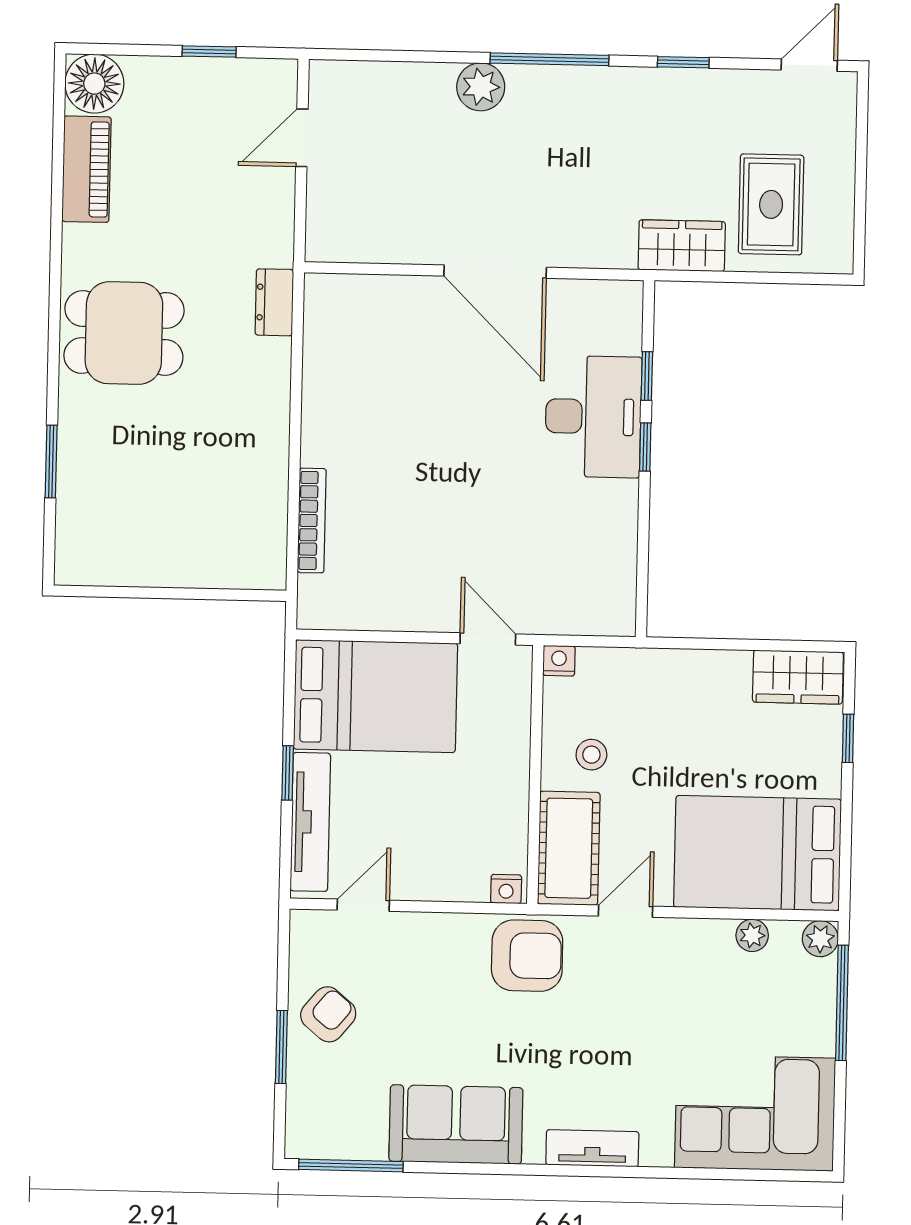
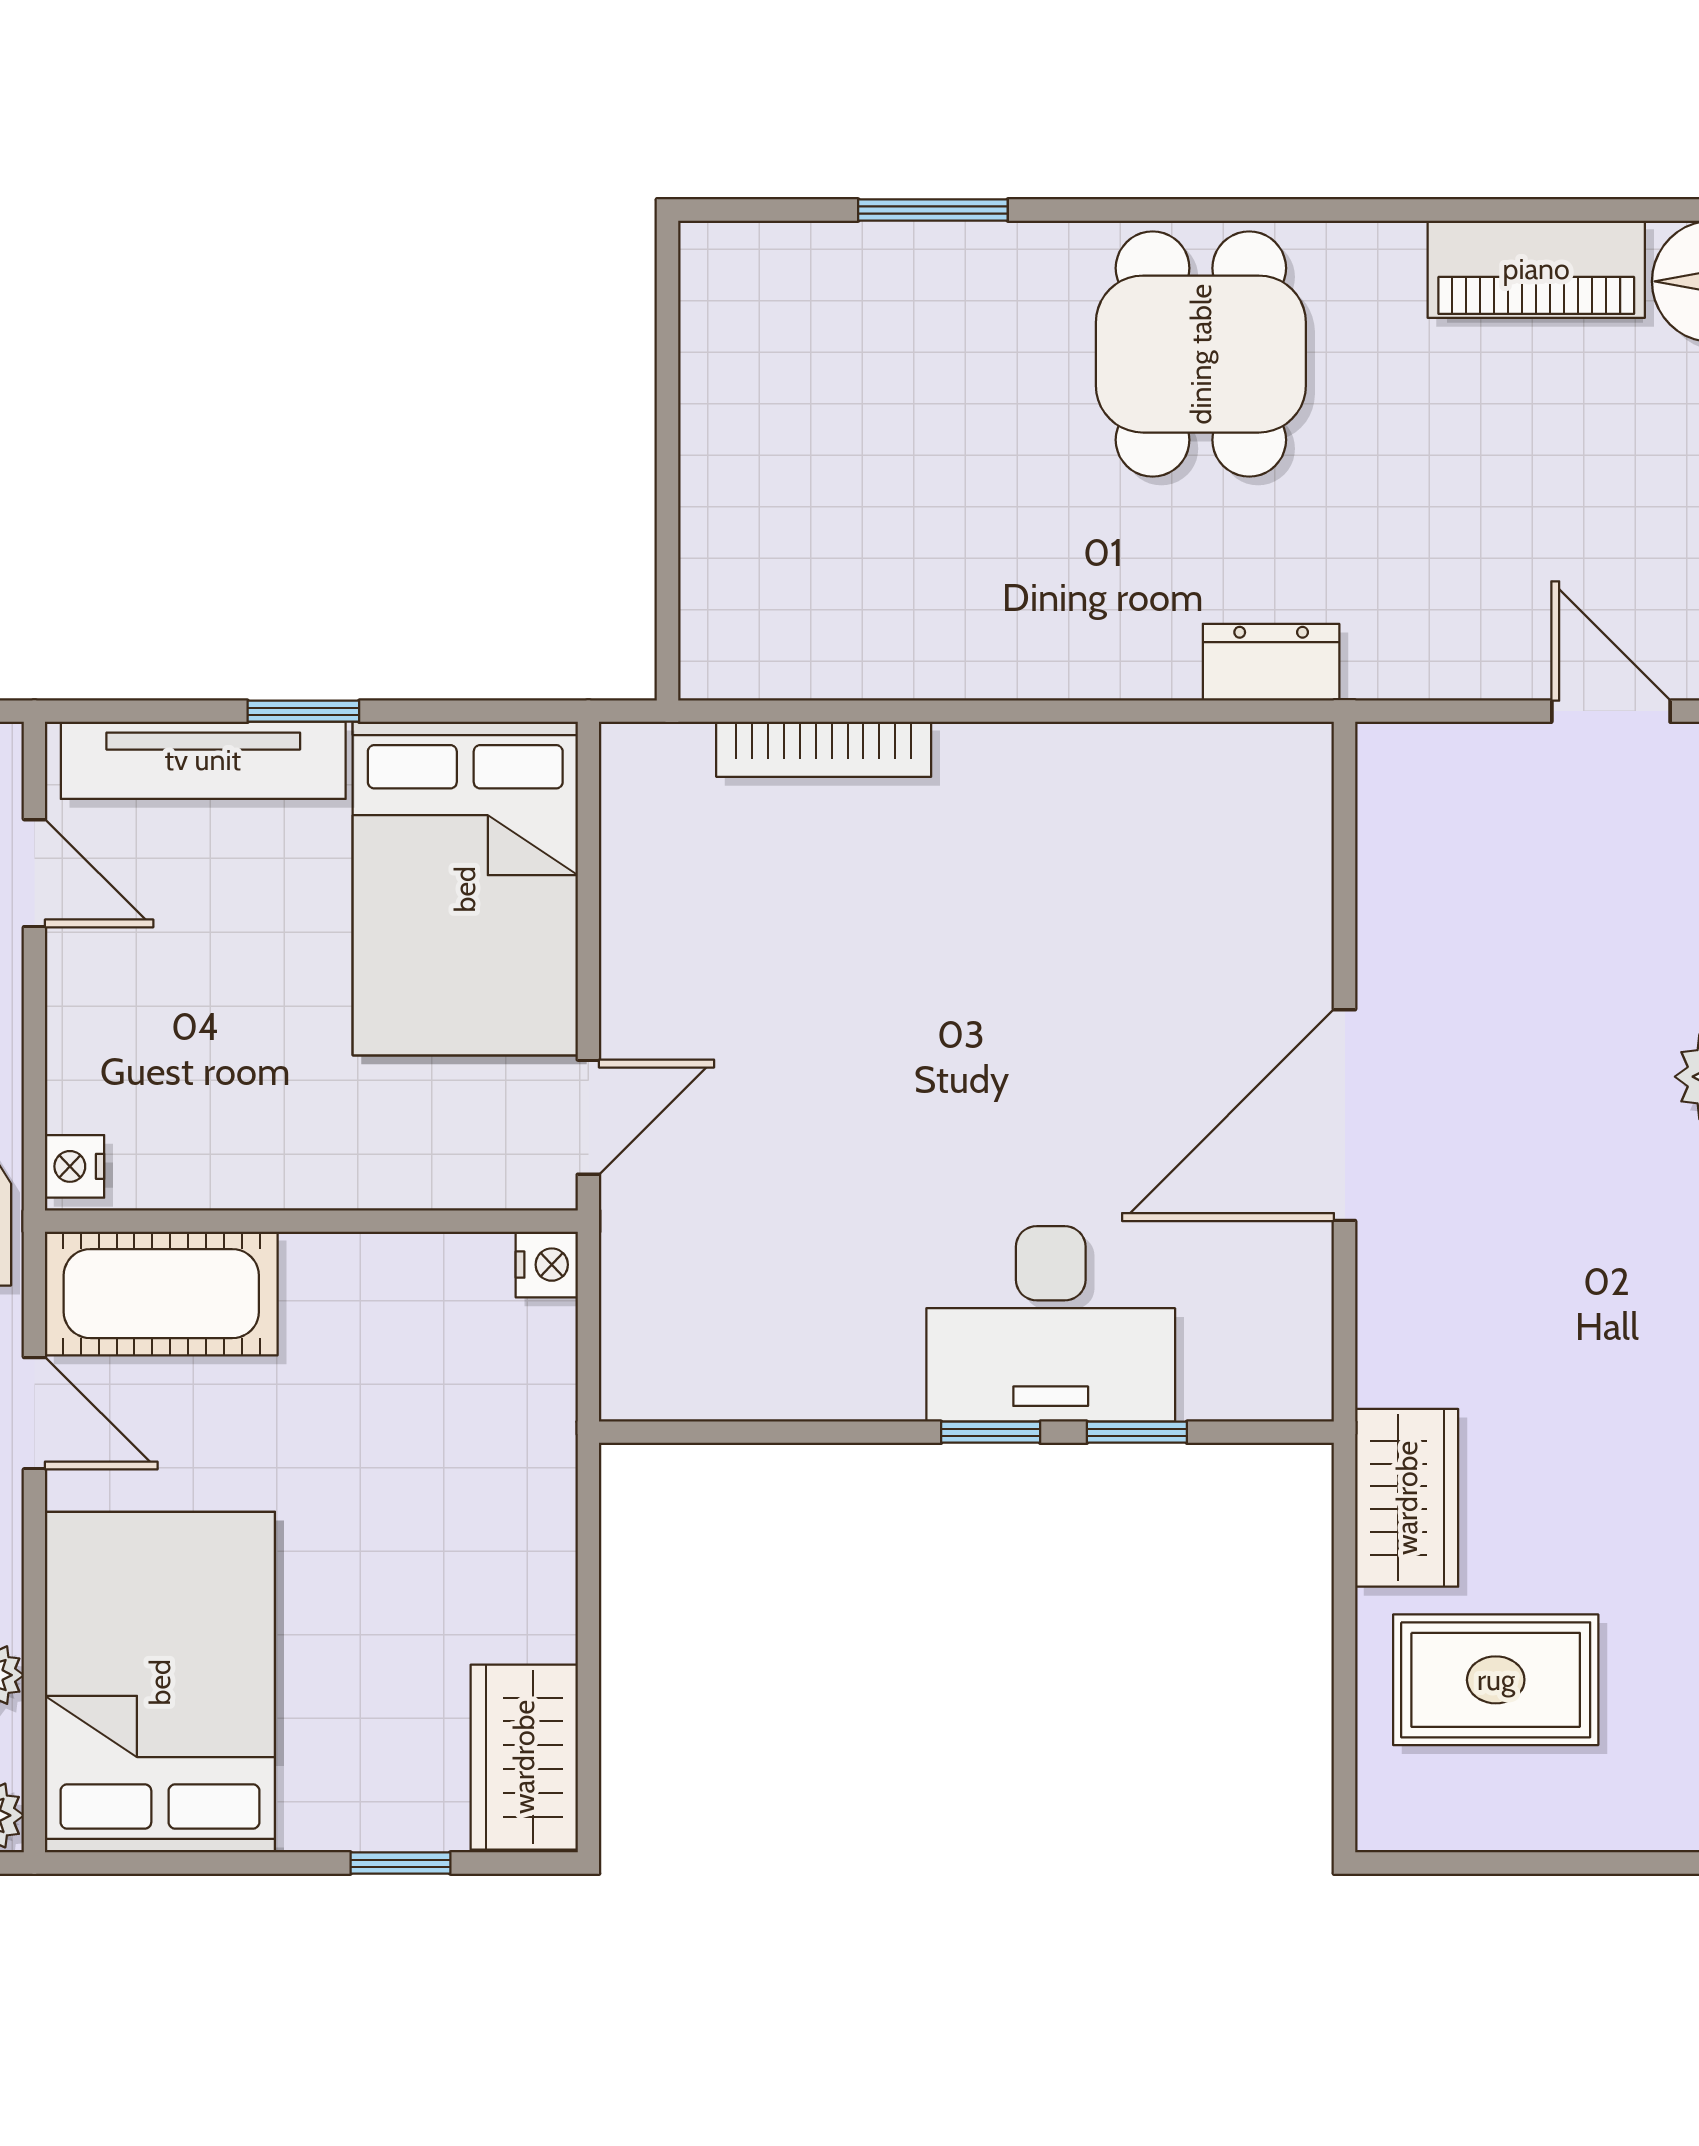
stool: (591, 755) -> (355, 1336), removed

